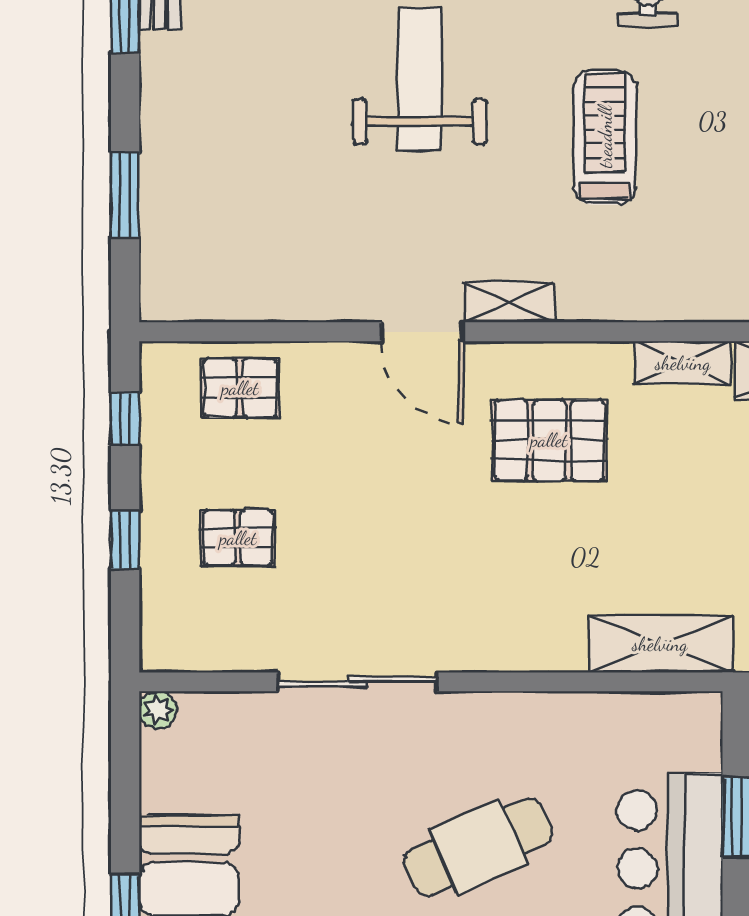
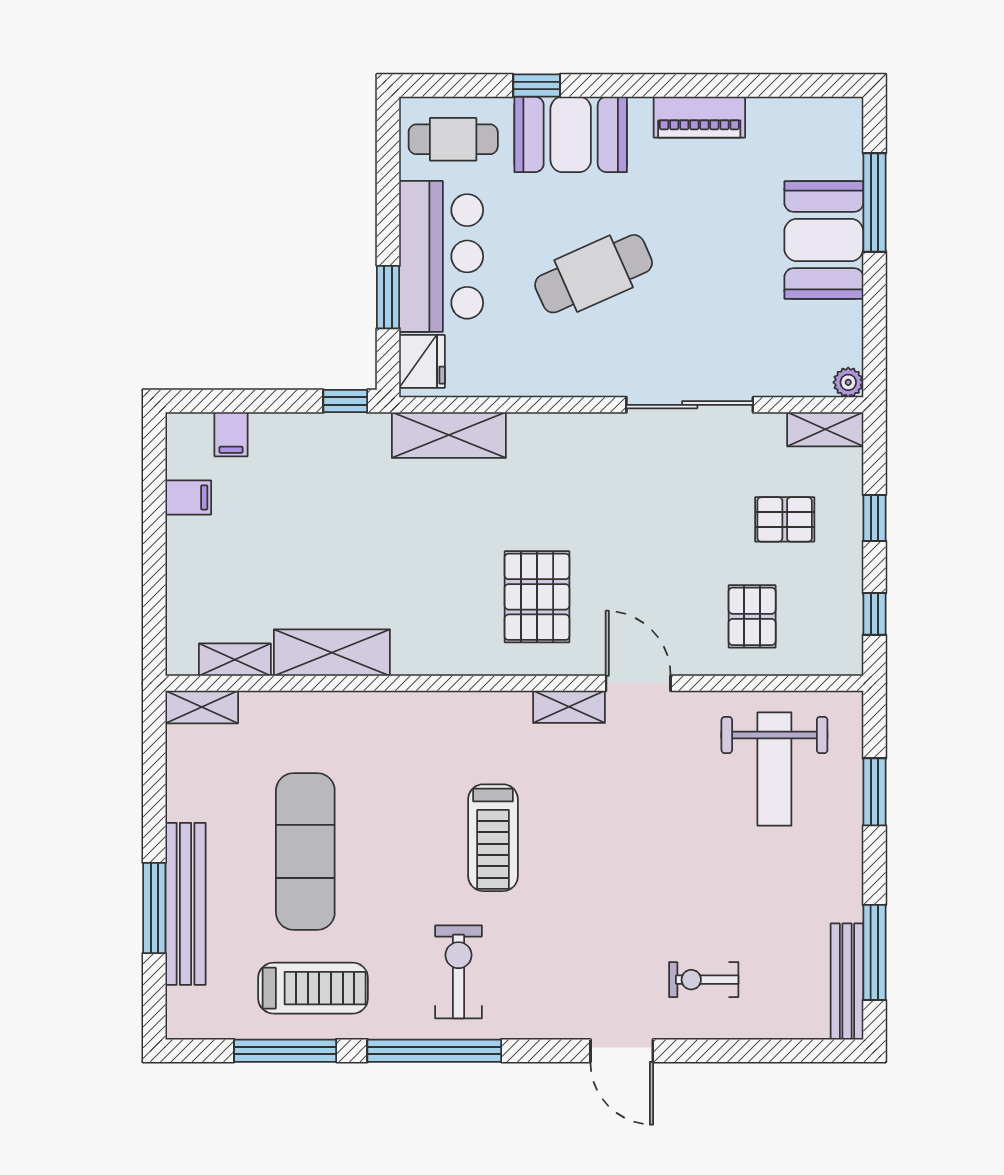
weight bench: (420, 79) -> (774, 769), moved
shelving: (683, 363) -> (825, 429), moved
pallet: (240, 388) -> (752, 616), moved, turned 90
pallet: (549, 440) -> (537, 597), turned 90
fridge: (694, 736) -> (422, 361), added

